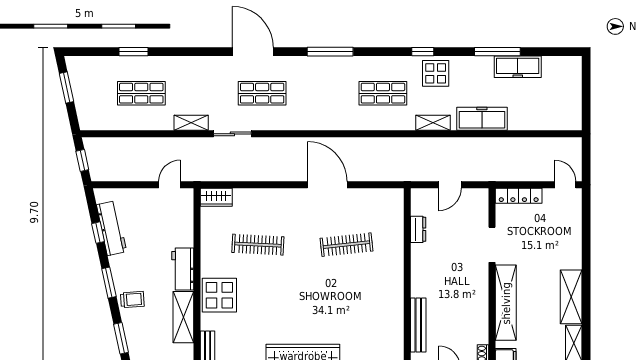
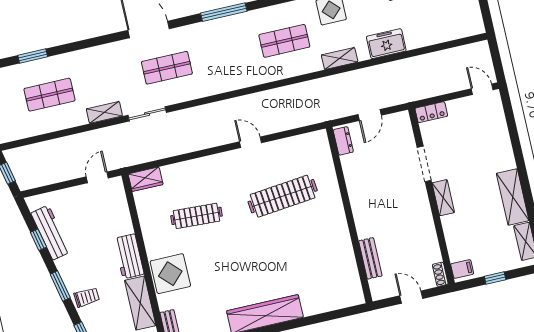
freezer: (482, 119) -> (386, 44), width x0.71
door: (327, 185) -> (251, 142), width x0.53
locker: (519, 196) -> (431, 112), width x0.66
dresser: (418, 229) -> (343, 141), moved
clothes rail: (346, 245) -> (283, 196), width x1.37, depth x1.31
shelving: (506, 303) -> (443, 198), width x0.45, depth x0.75
bench: (418, 325) -> (370, 258), width x0.73

